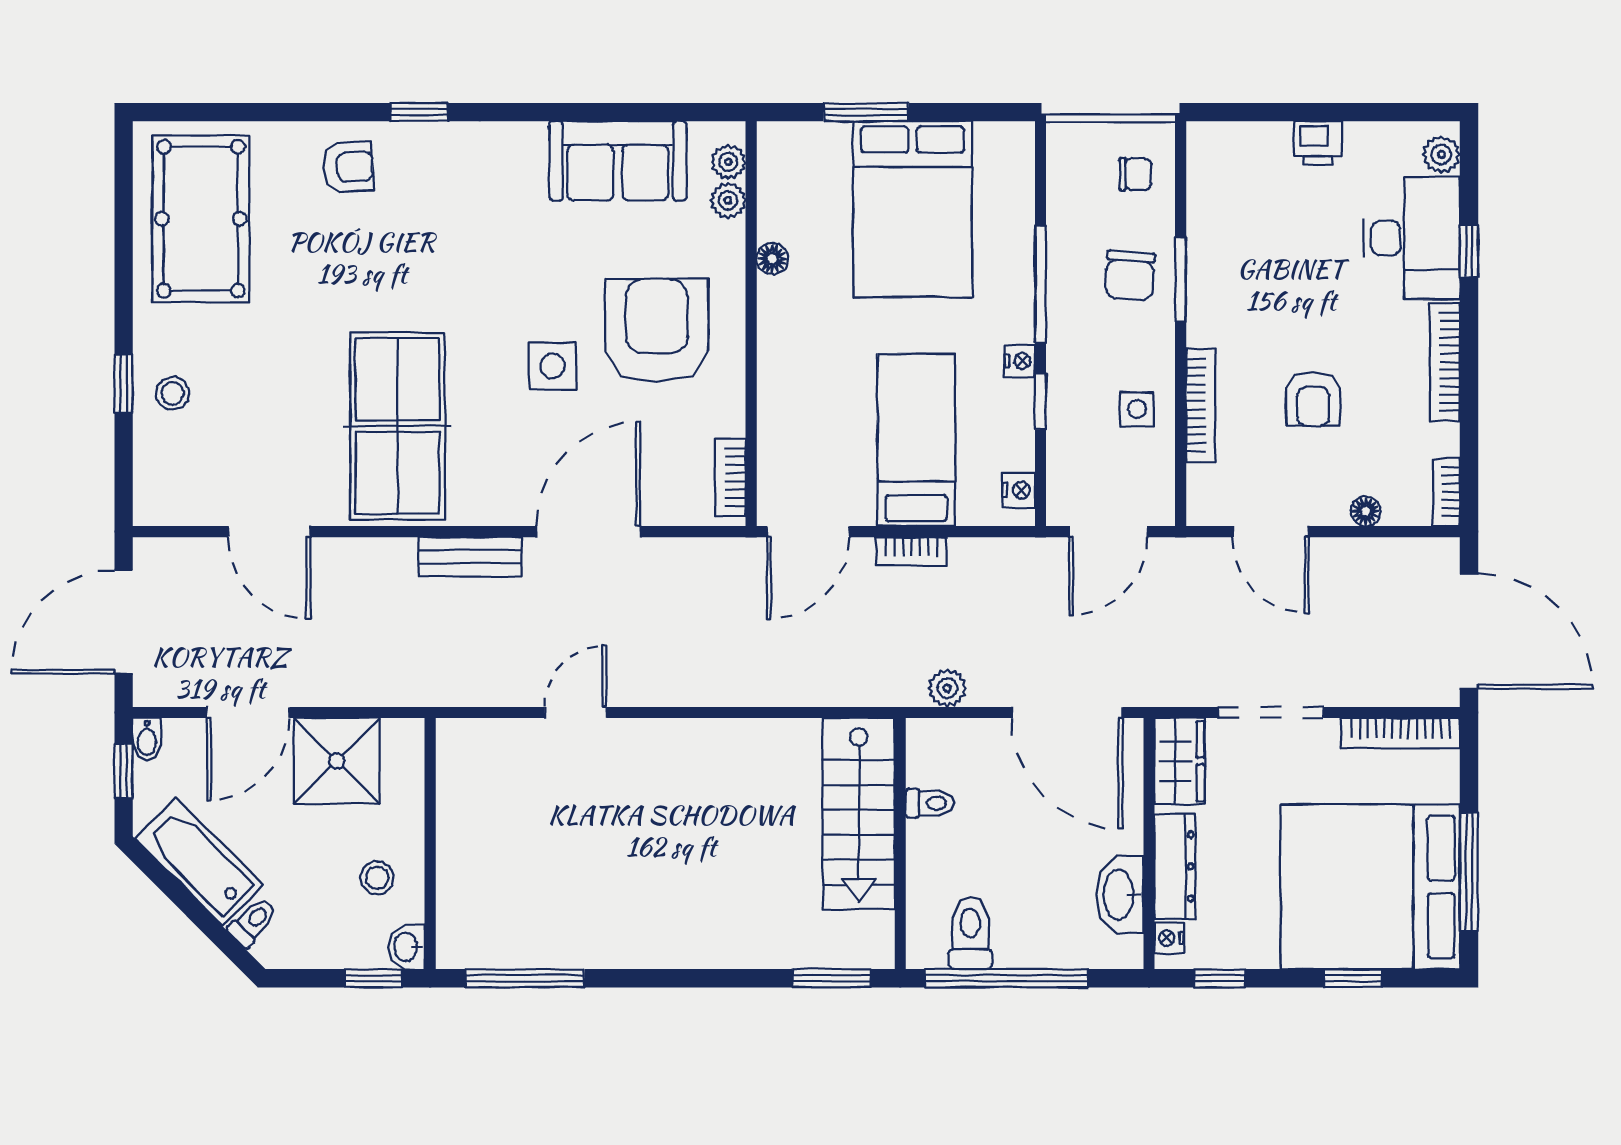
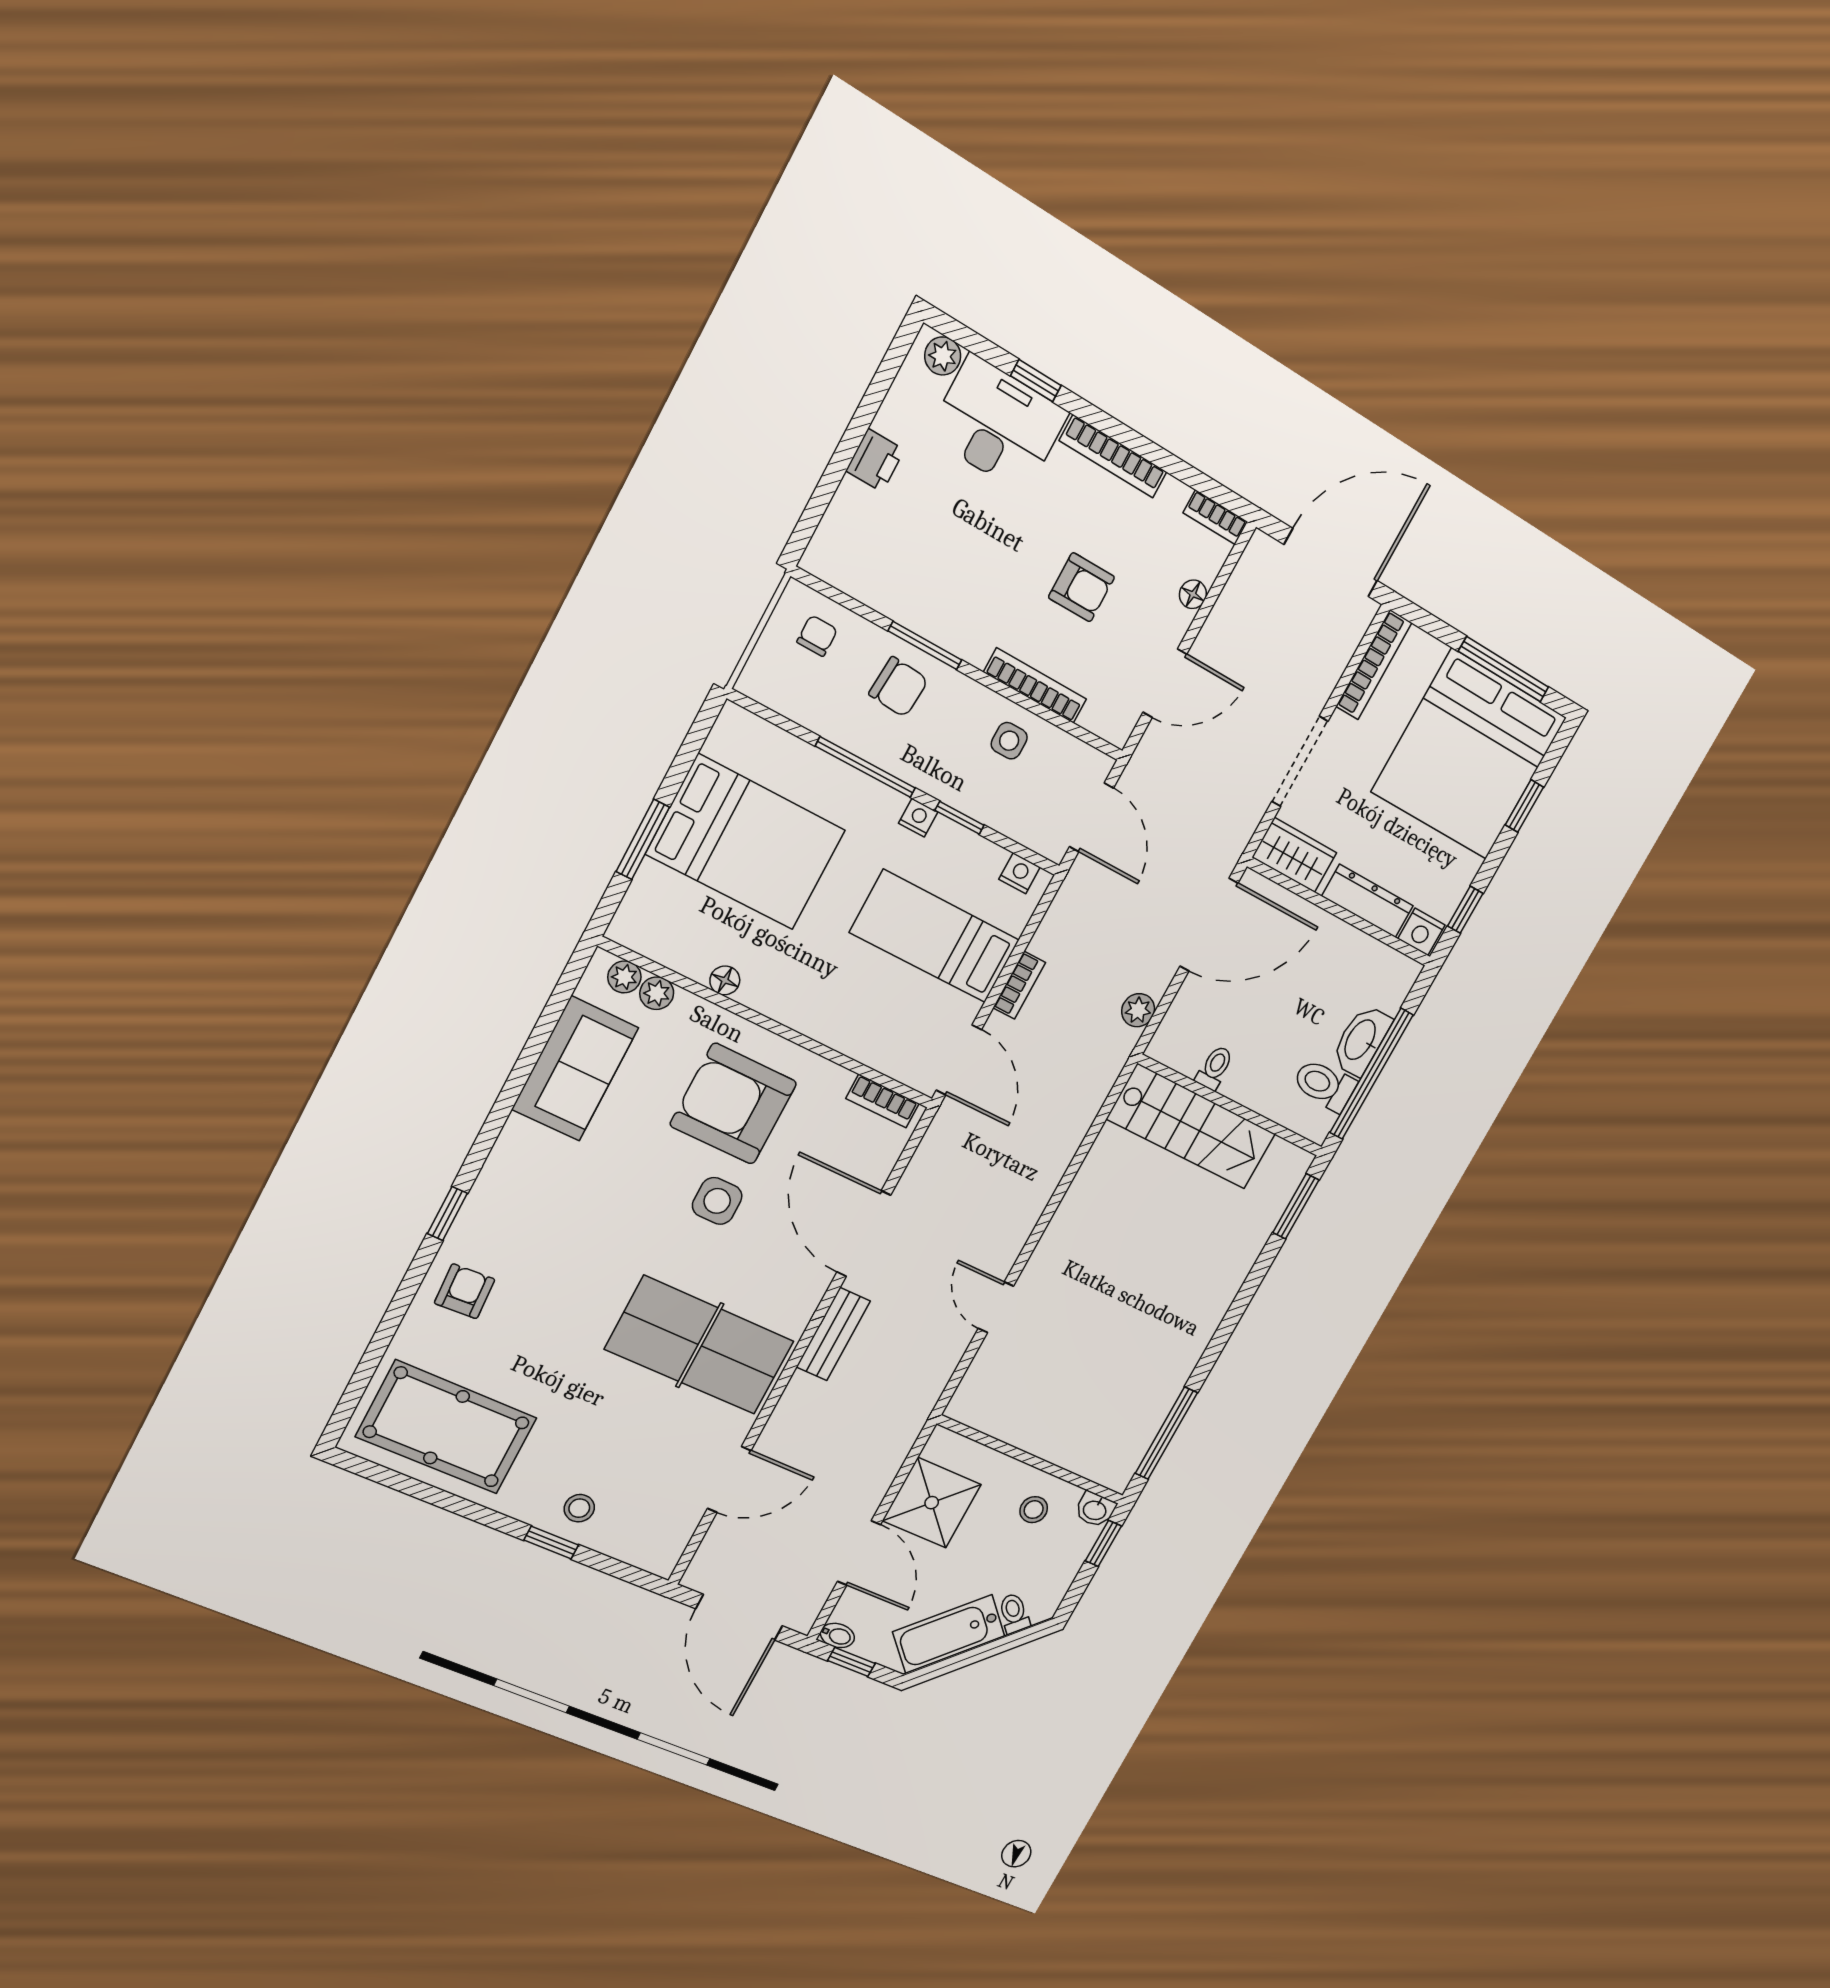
washbasin: (1120, 895) -> (1361, 1040), moved, turned 90
nightstand: (1169, 938) -> (1421, 932), width x1.39, depth x1.35

